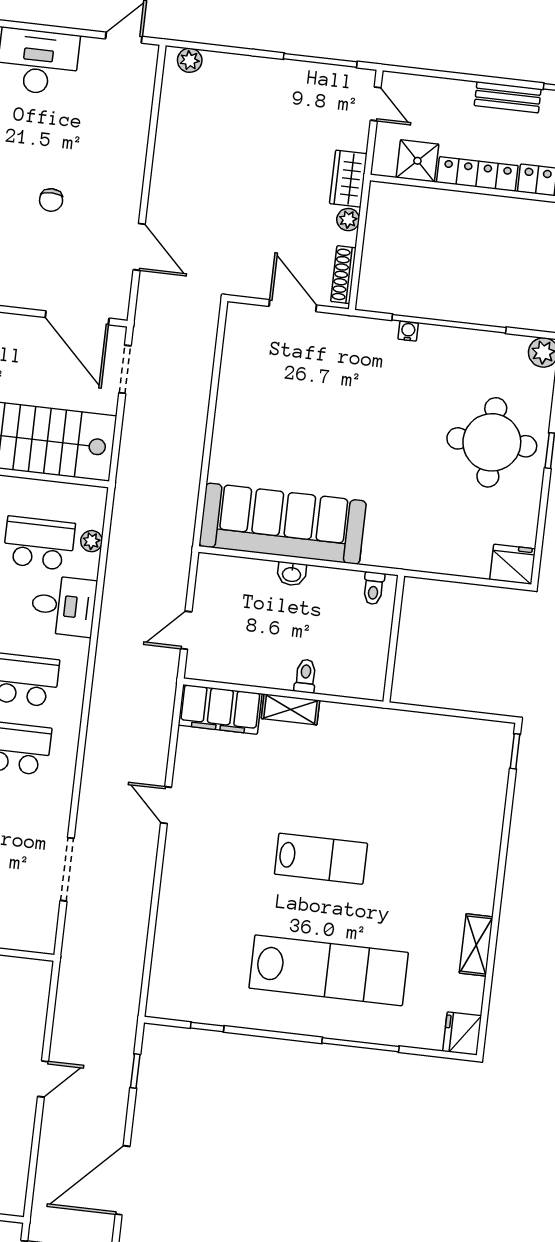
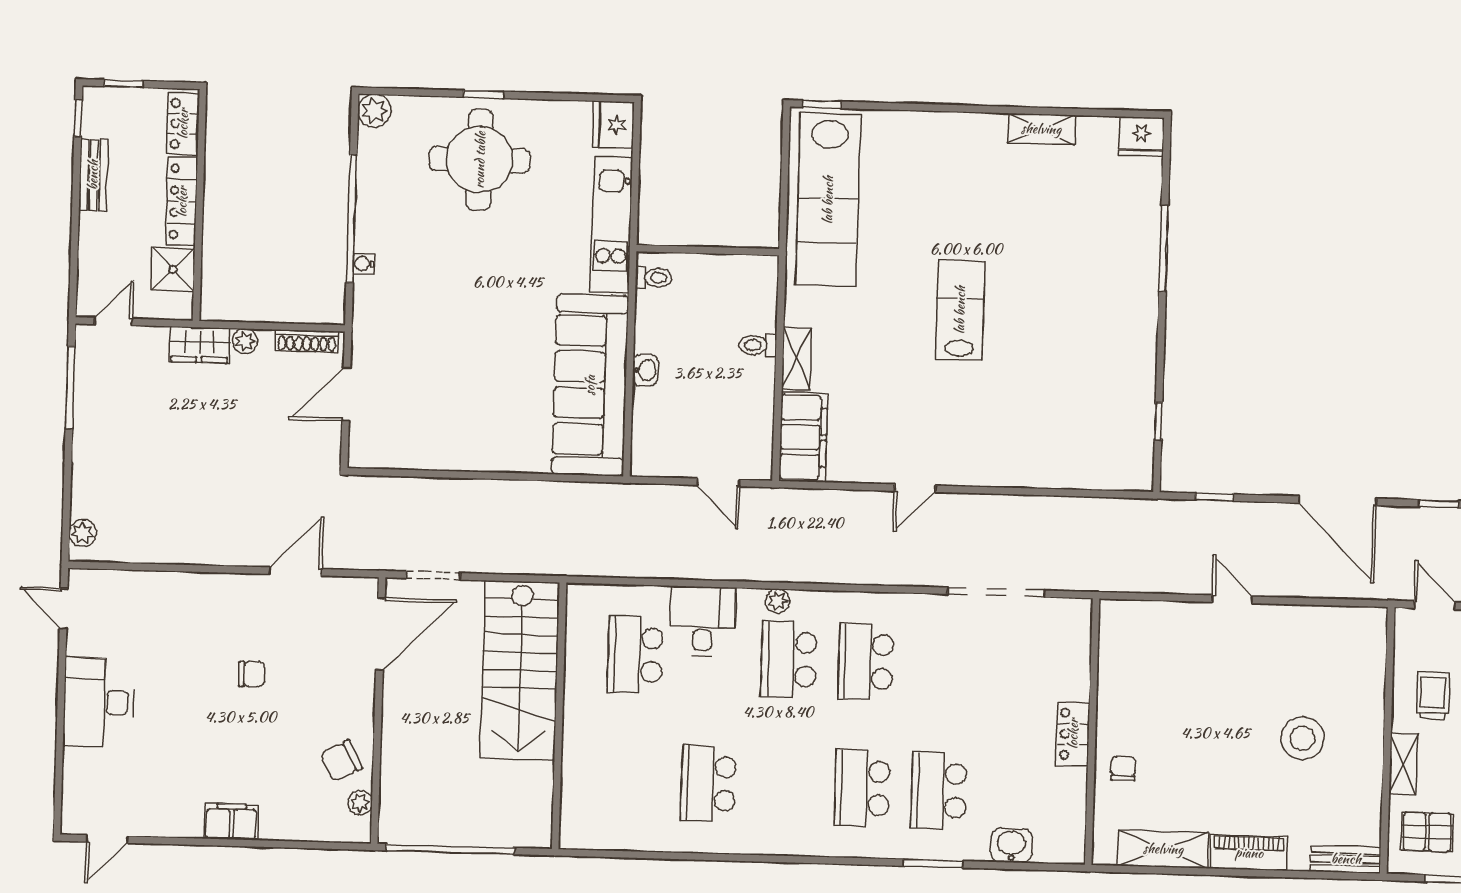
plant: (92, 541) -> (778, 601), moved
kitchen unit: (424, 555) -> (612, 225), added
doorway: (67, 869) -> (996, 592), width x1.36
lab bench: (329, 970) -> (828, 200), moved, turned 180

